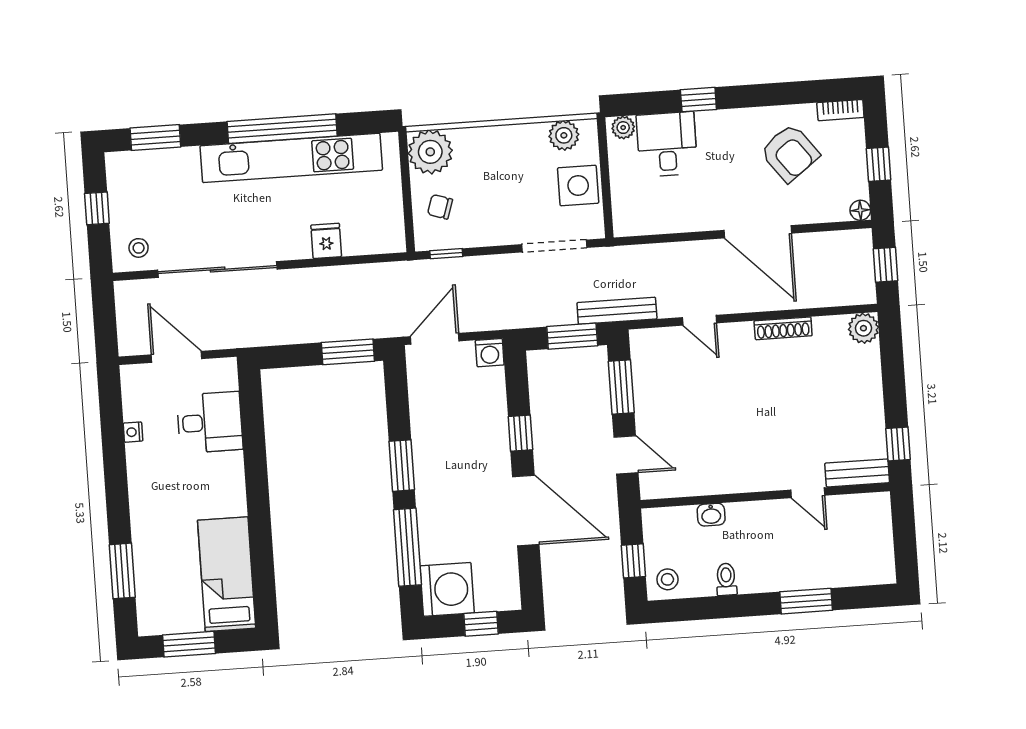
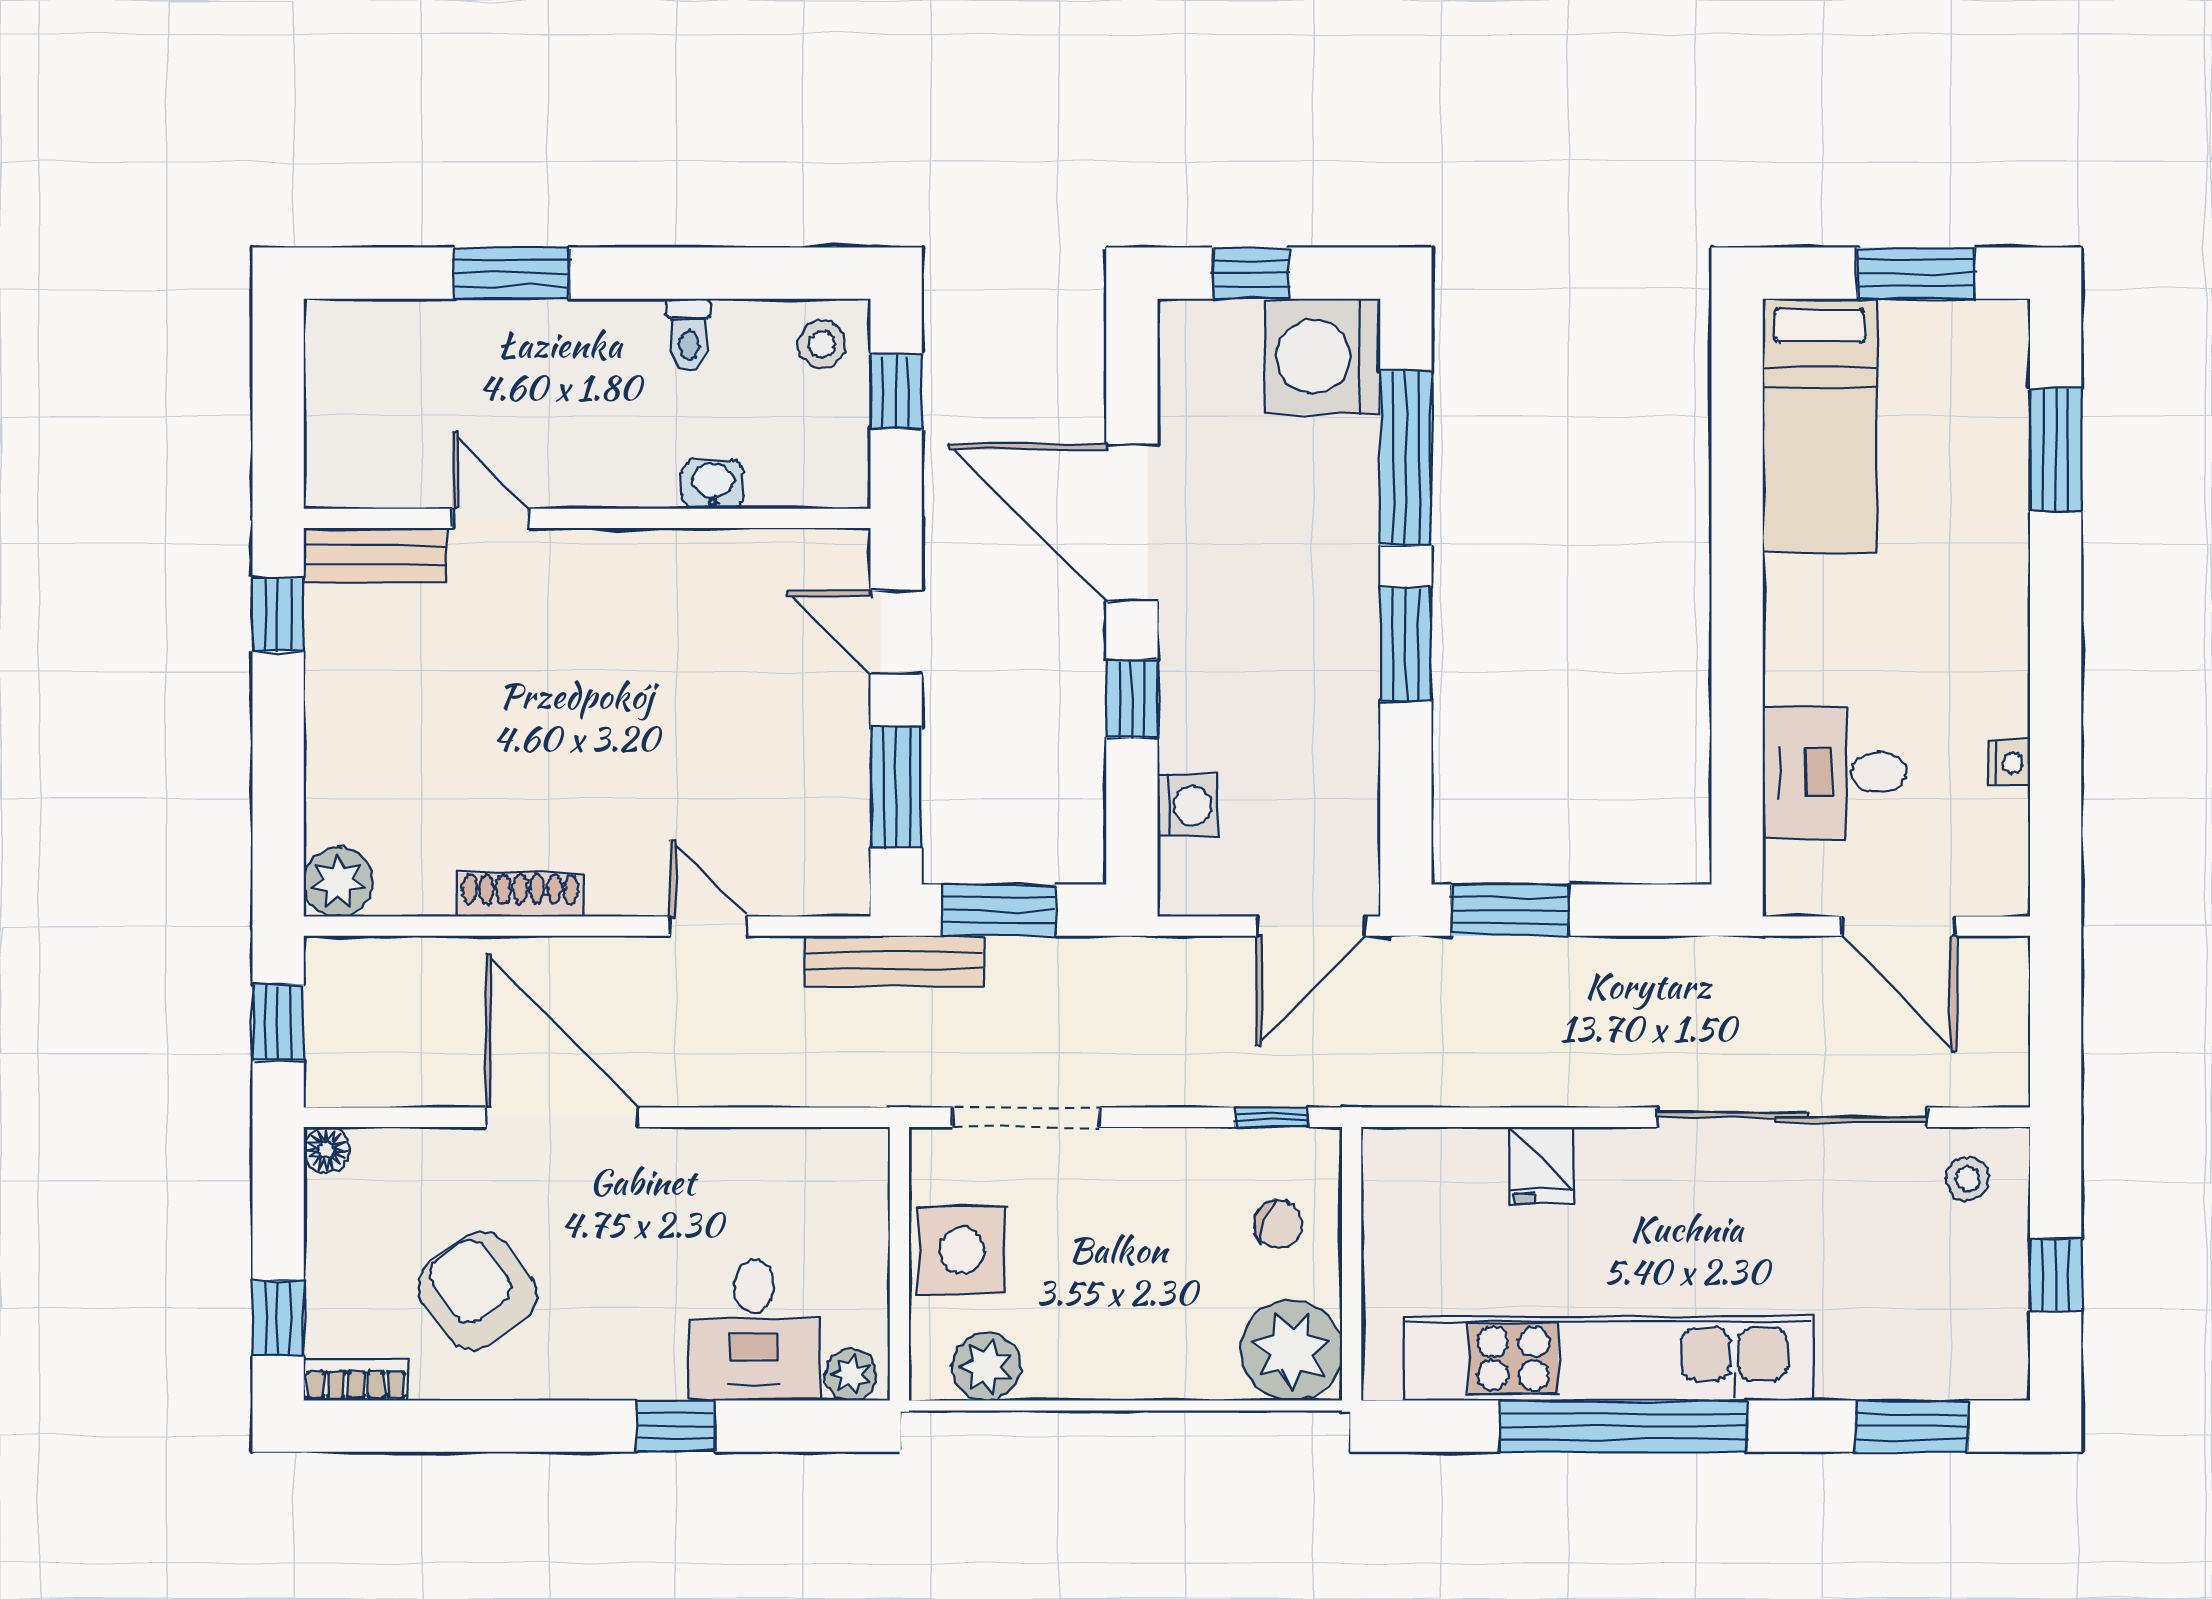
window: (878, 164) -> (278, 1318), moved
washing machine: (490, 353) -> (1188, 806), moved, turned 90

